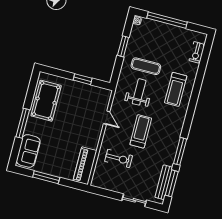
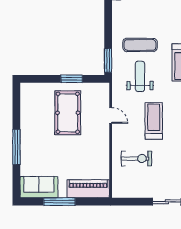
window: (123, 46) -> (108, 60), moved
pool table: (46, 101) -> (68, 113), moved
sofa: (28, 151) -> (39, 187), moved, turned -90
piano: (85, 166) -> (88, 189), moved, turned 90

